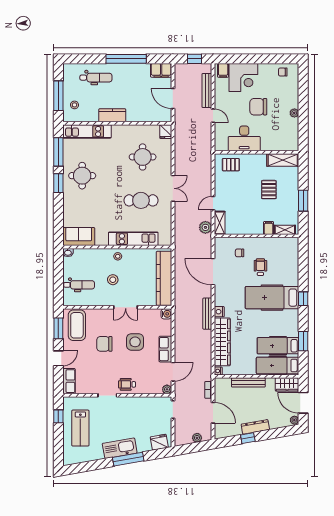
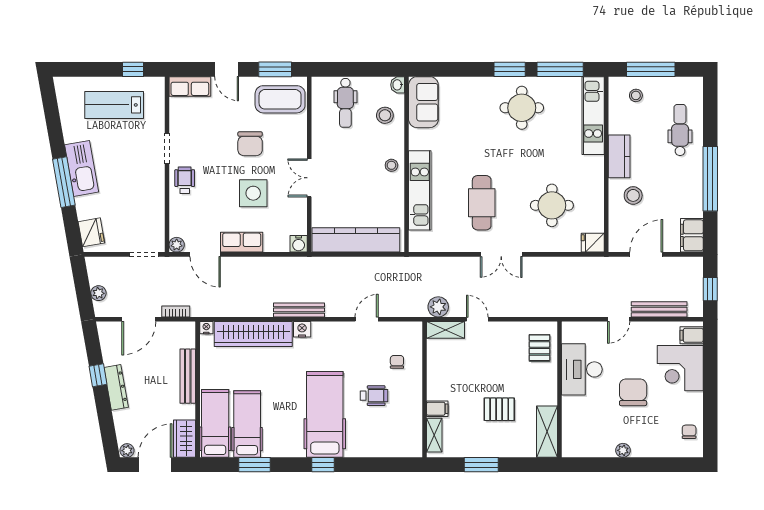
dental chair: (96, 78) -> (680, 130), turned 180
stool: (136, 107) -> (633, 195), added
door: (213, 272) -> (367, 319), width x0.53
stool: (113, 280) -> (385, 115), moved
chair: (104, 344) -> (250, 144), turned 180

